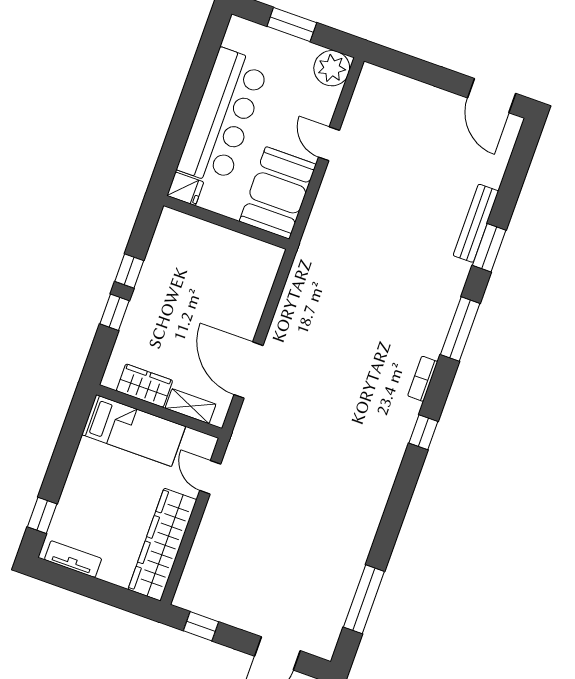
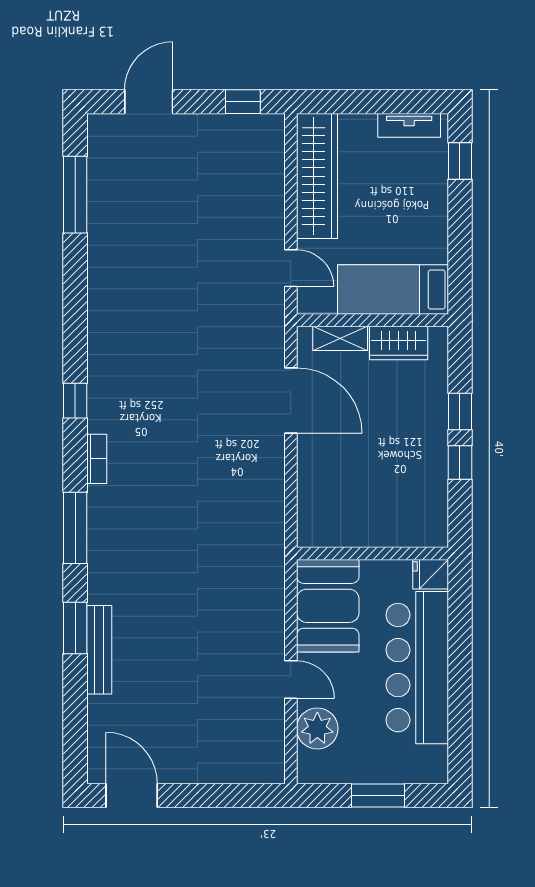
plant: (332, 68) -> (317, 728), moved

